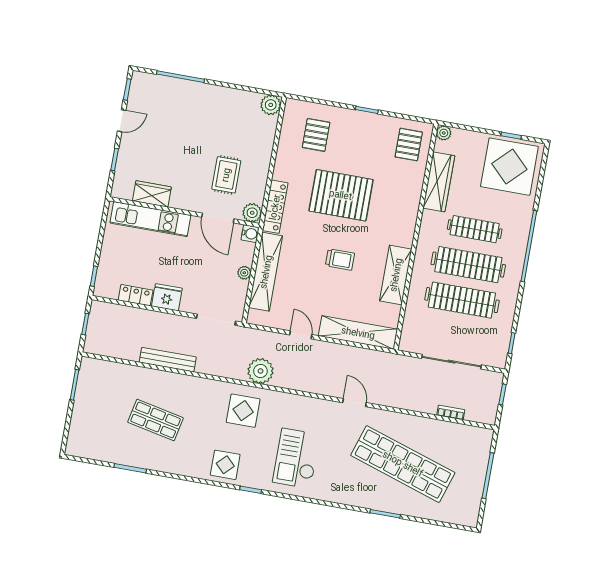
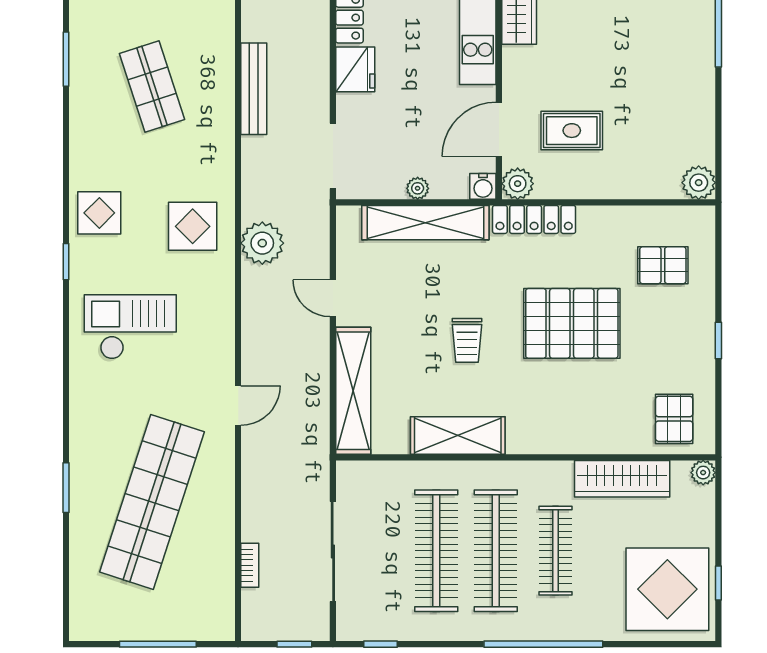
pallet: (409, 145) -> (674, 419), turned 90
pallet: (341, 195) -> (572, 323), turned 90
door: (301, 335) -> (333, 298), swing flipped
shop shelf: (156, 420) -> (152, 86), turned -30

